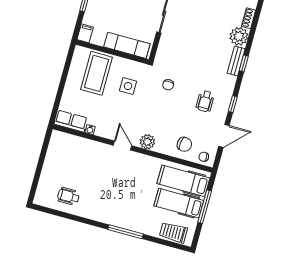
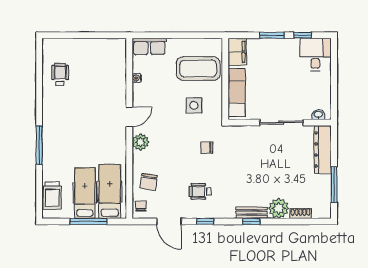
filing cabinet: (85, 33) -> (237, 52), width x2.00
row of seats: (71, 121) -> (149, 46), moved, turned 90
trolley: (173, 232) -> (52, 196), turned 180

